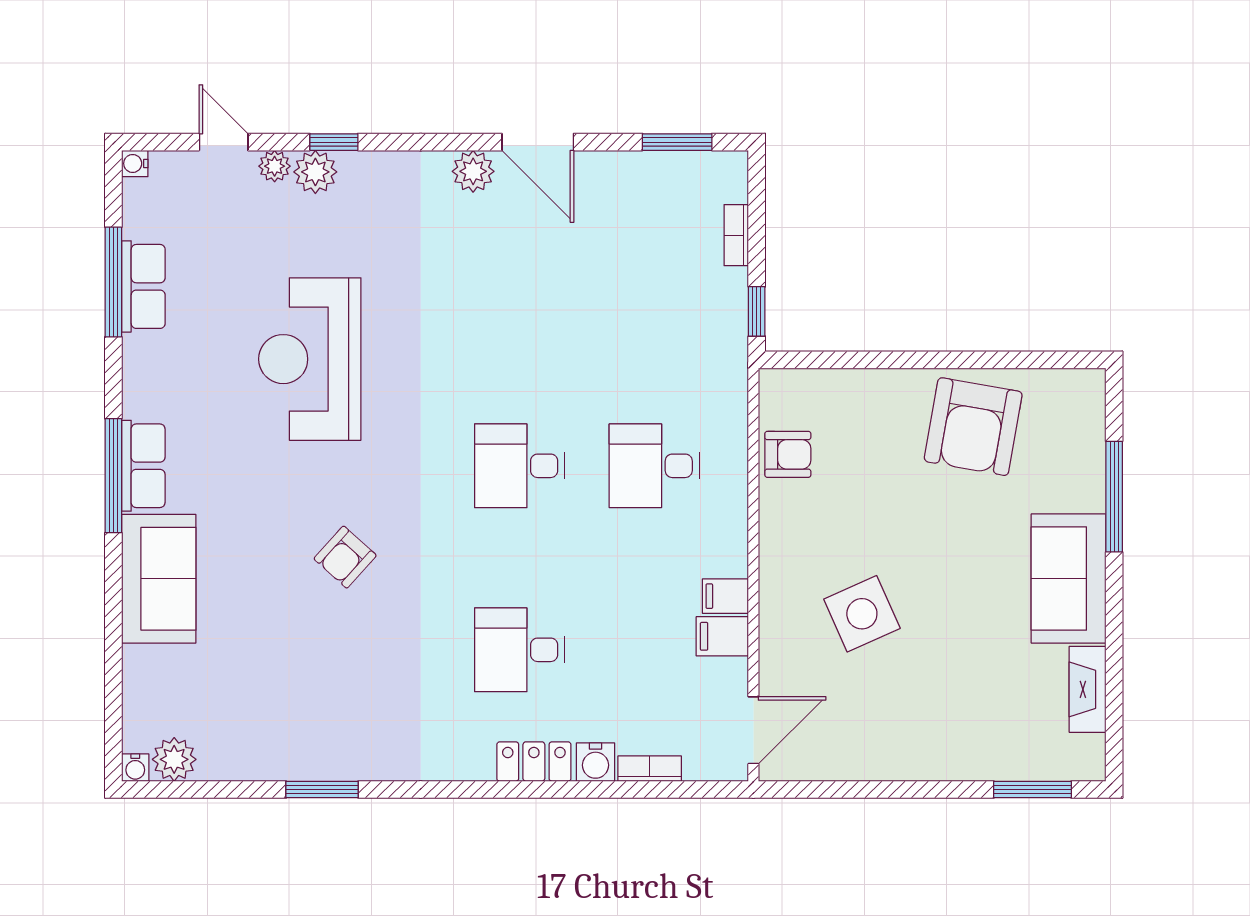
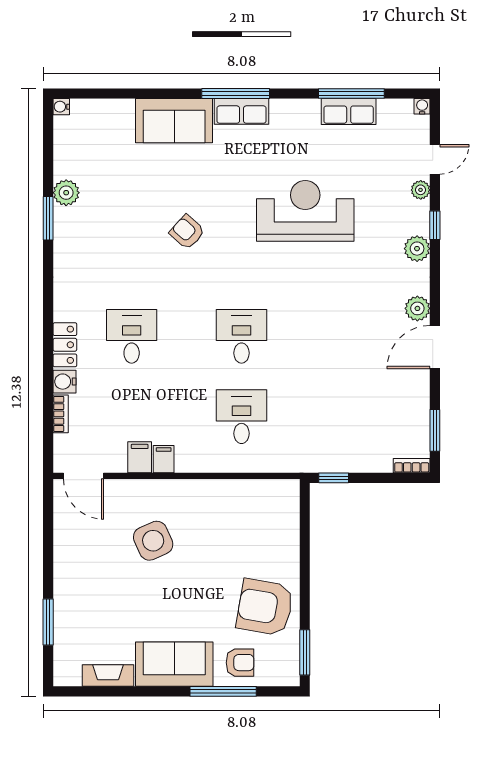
plant: (315, 172) -> (417, 249), moved
bookcase: (736, 235) -> (412, 466), moved
window: (1049, 360) -> (305, 652), added
armchair: (788, 454) -> (240, 663), moved, turned -90
plant: (174, 759) -> (66, 193), moved
window: (1032, 790) -> (48, 622), moved

